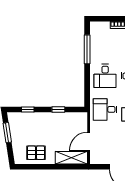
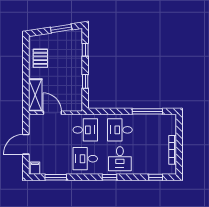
desk: (105, 109) -> (85, 130), turned 90

